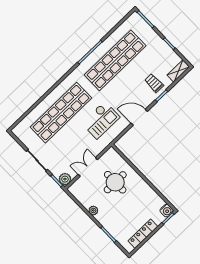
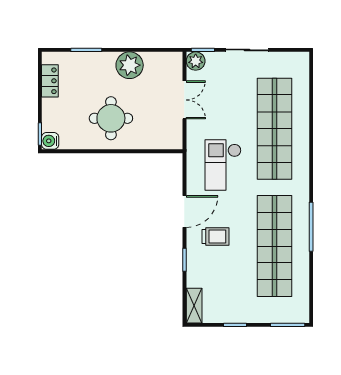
trolley: (154, 83) -> (215, 236), moved
round table: (115, 182) -> (111, 118), moved
plant: (93, 210) -> (130, 65), width x1.87, depth x1.87
locker: (143, 234) -> (50, 81), width x0.66

